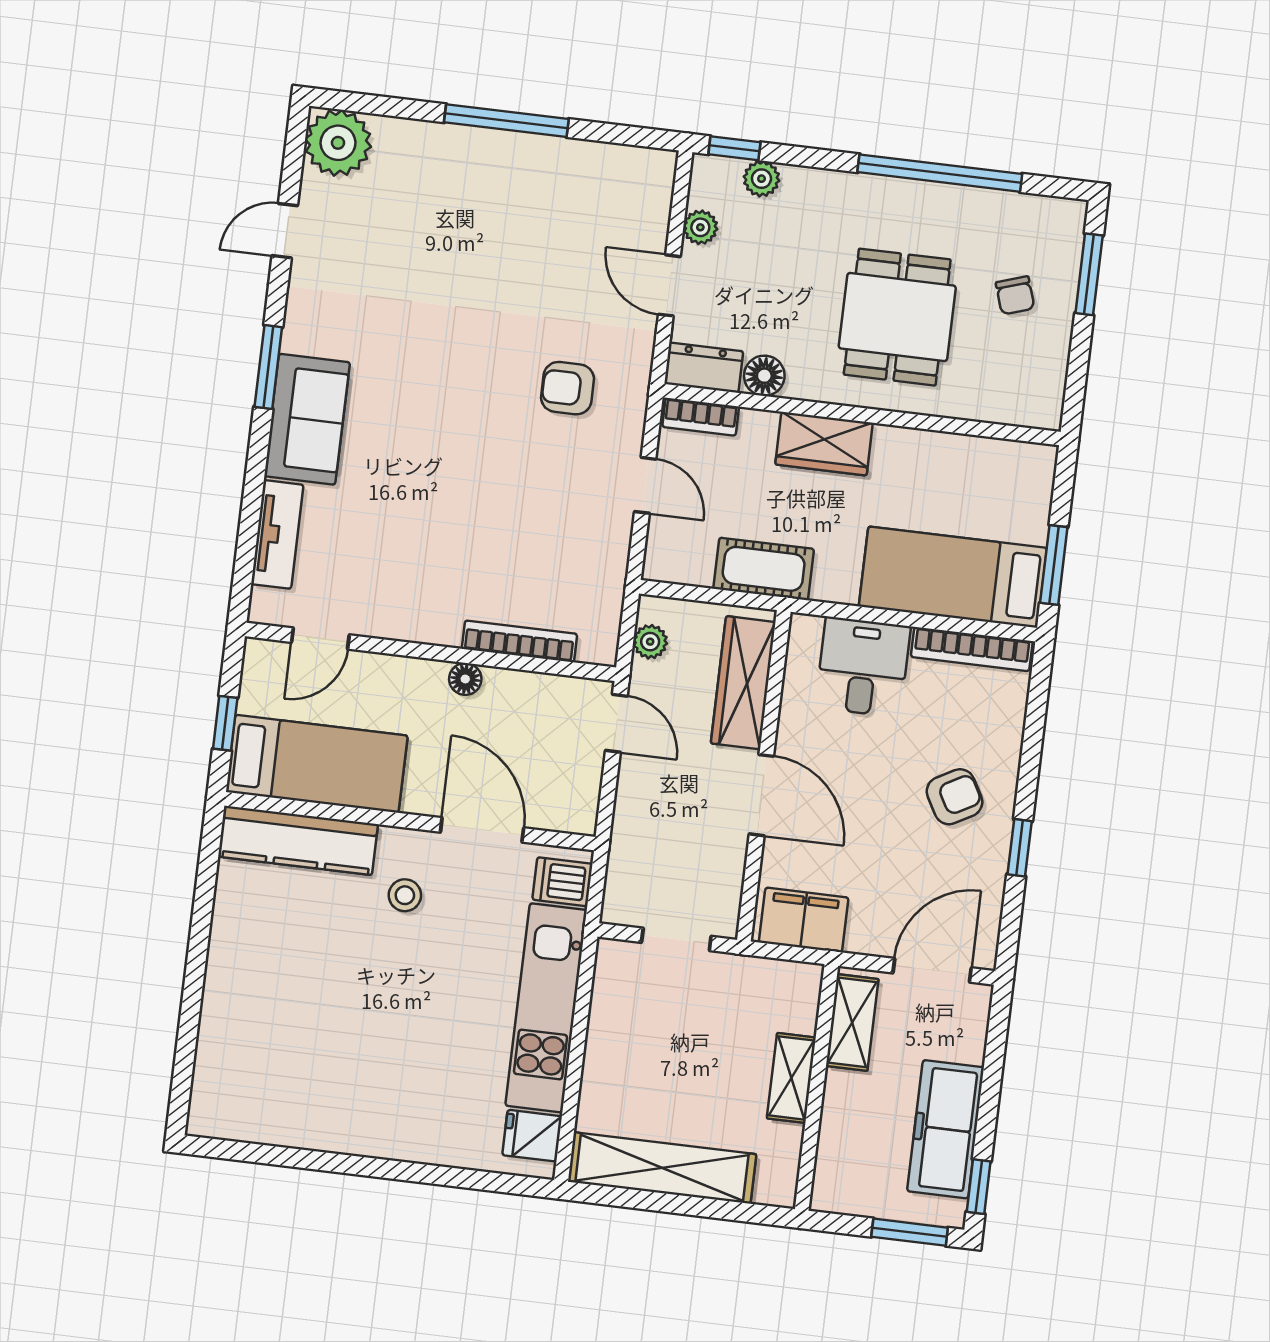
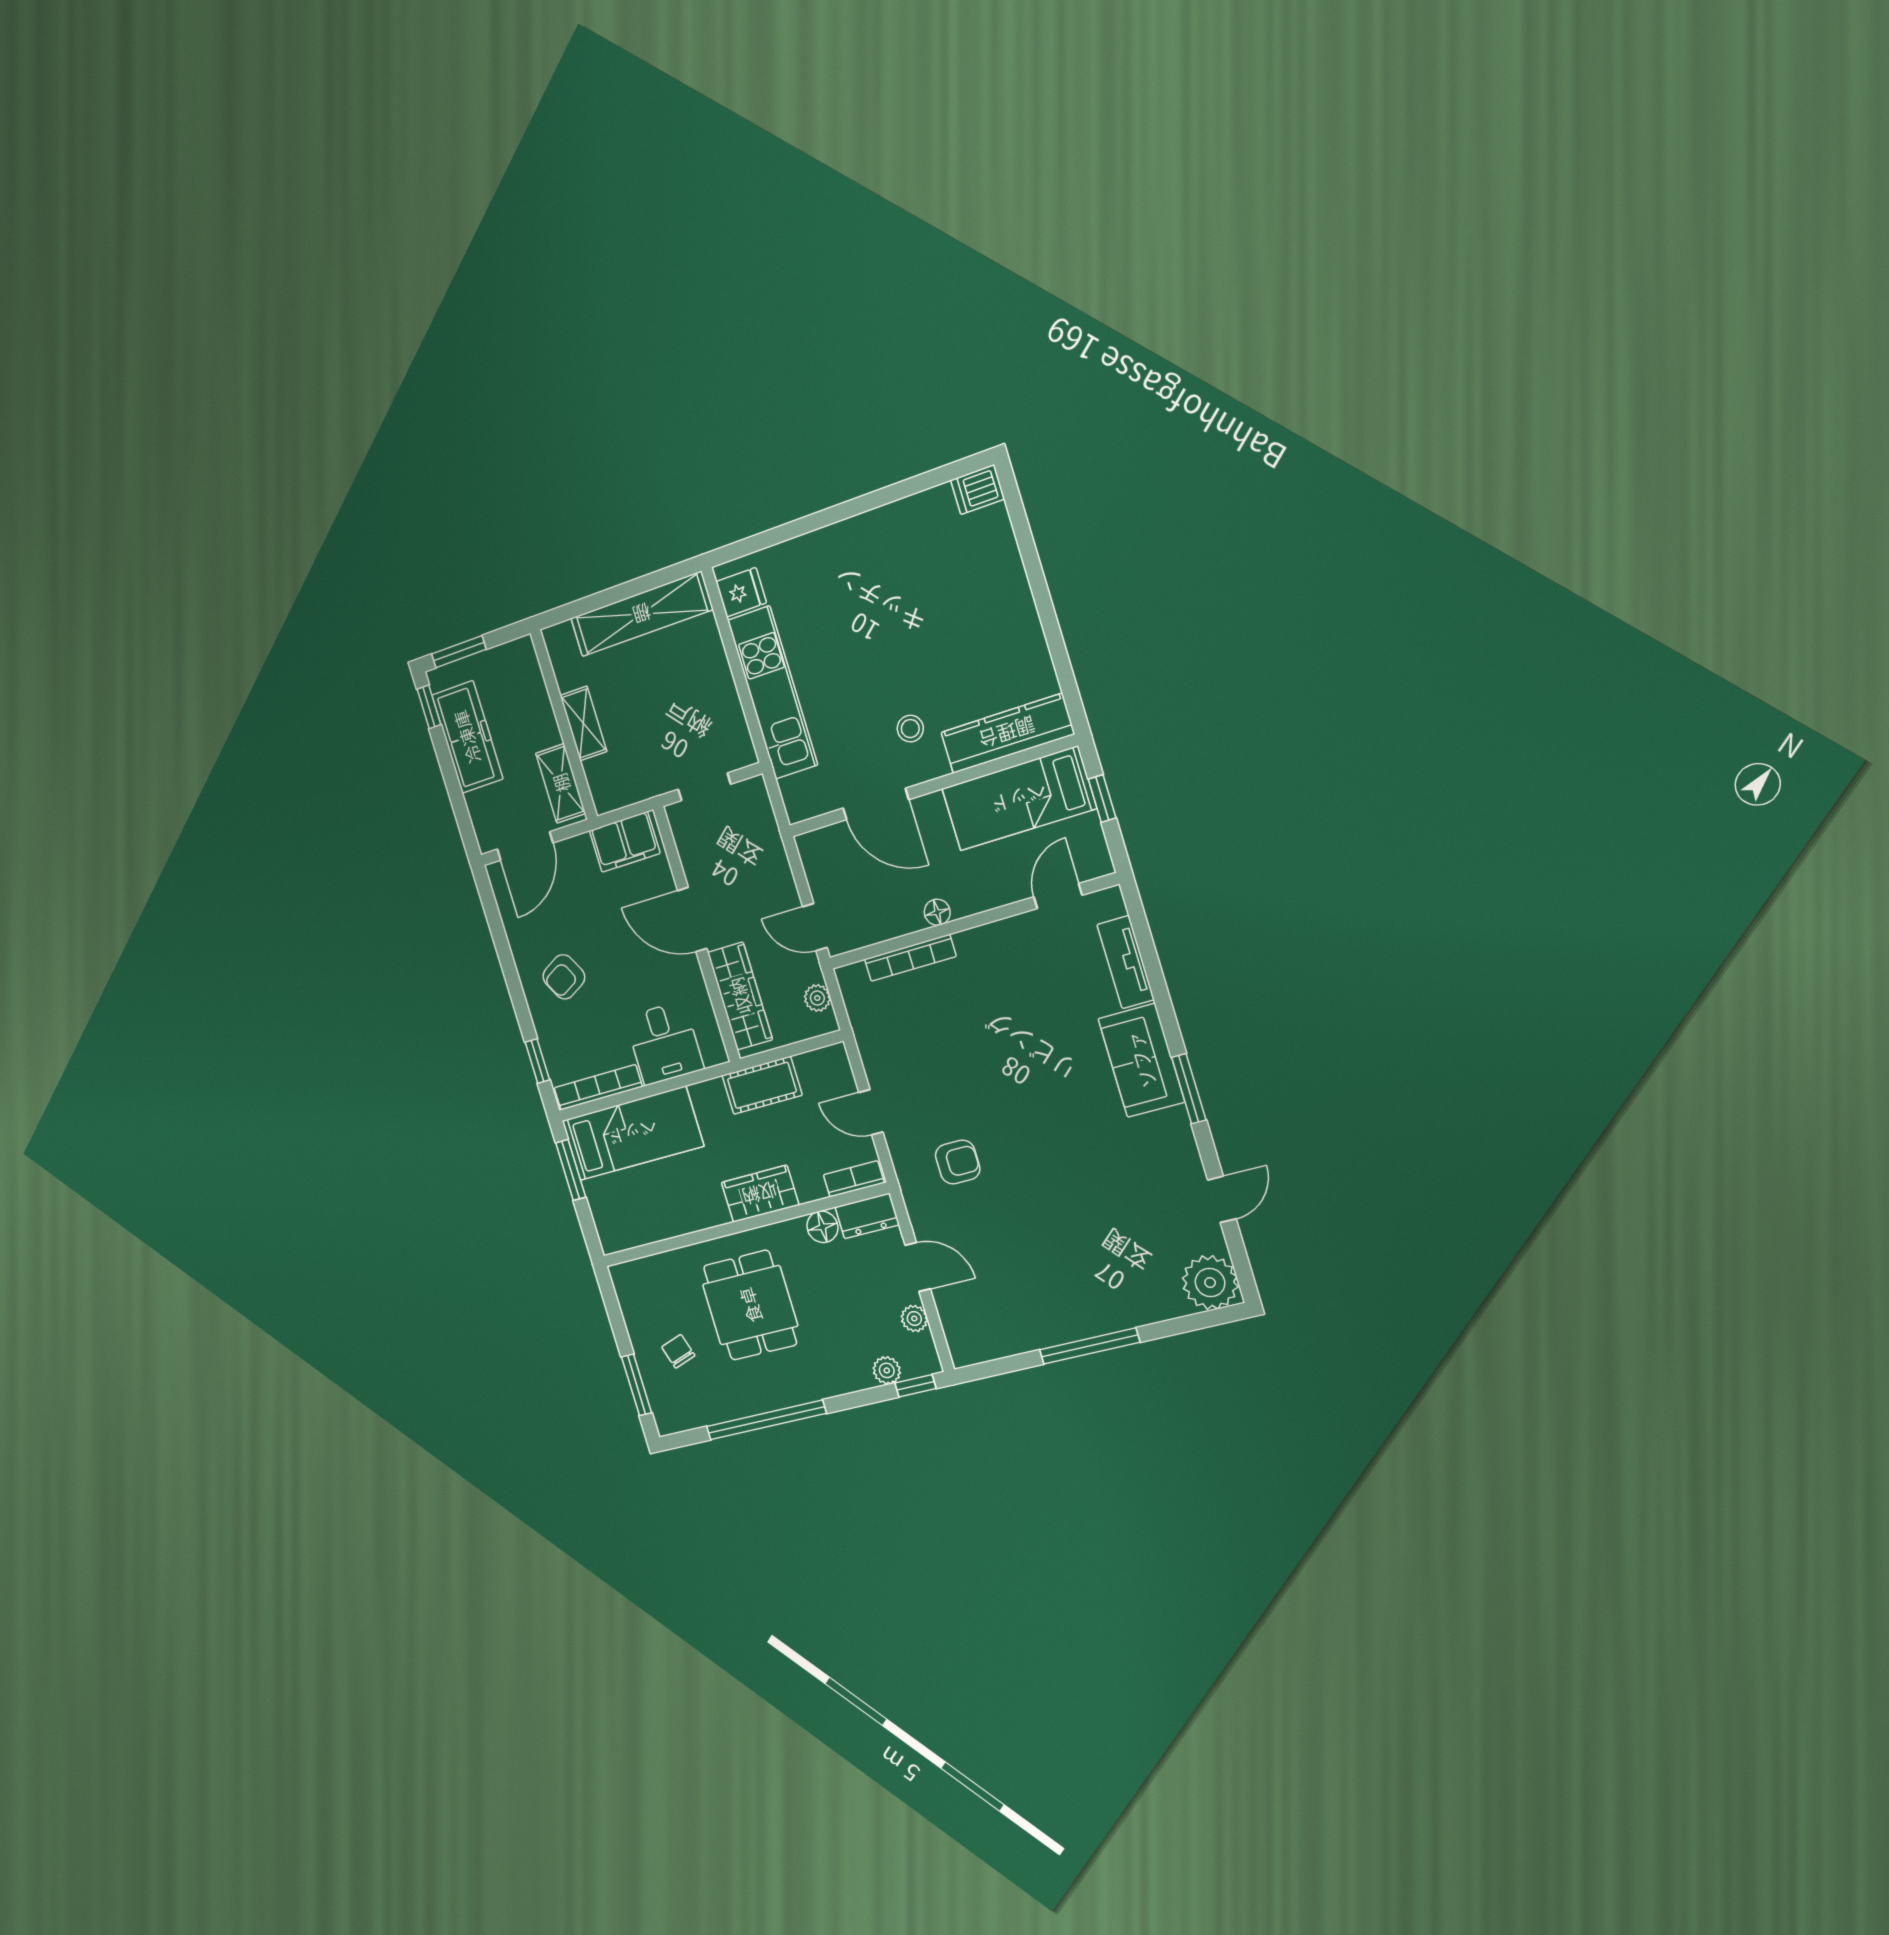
window: (1020, 848) -> (537, 1061), moved
dishwasher: (562, 882) -> (977, 490), moved, turned 180

